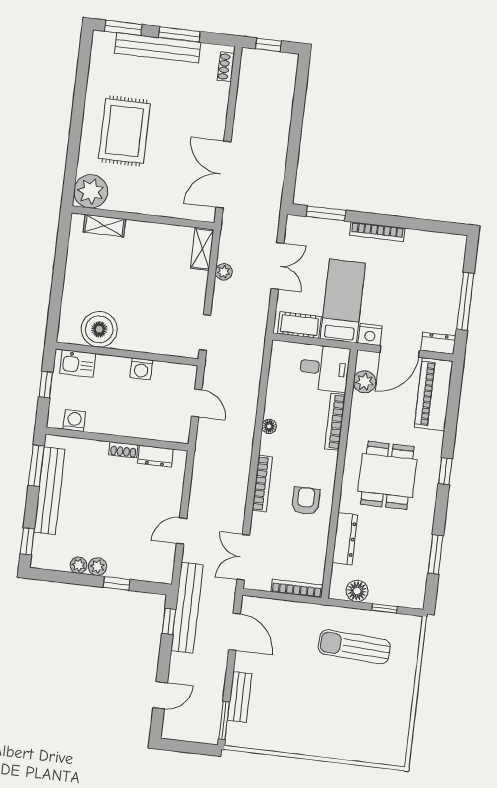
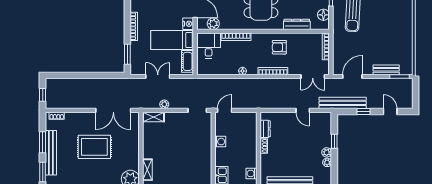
rug: (124, 131) -> (94, 147), moved
boiler: (99, 329) -> (202, 166), removed
door: (197, 403) -> (225, 110), moved
window: (169, 621) -> (363, 112), moved

